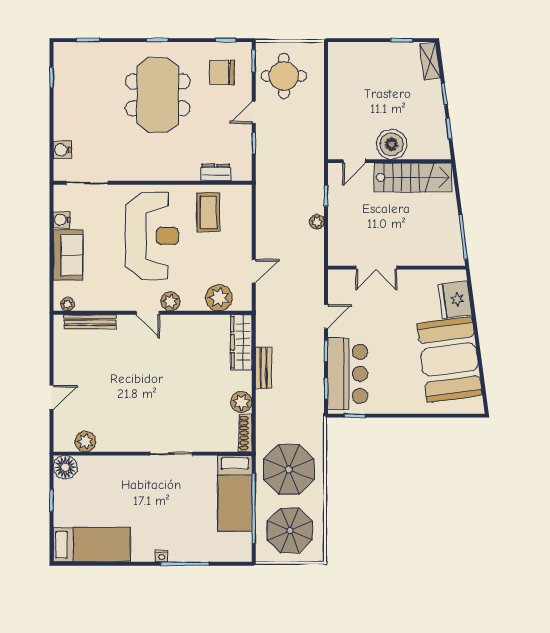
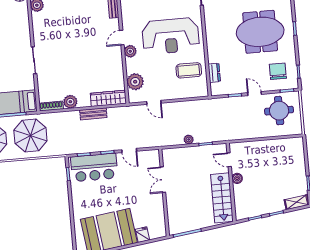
boiler: (392, 144) -> (237, 178), width x0.54, depth x0.54
fridge: (455, 300) -> (142, 235), width x0.53, depth x0.75

